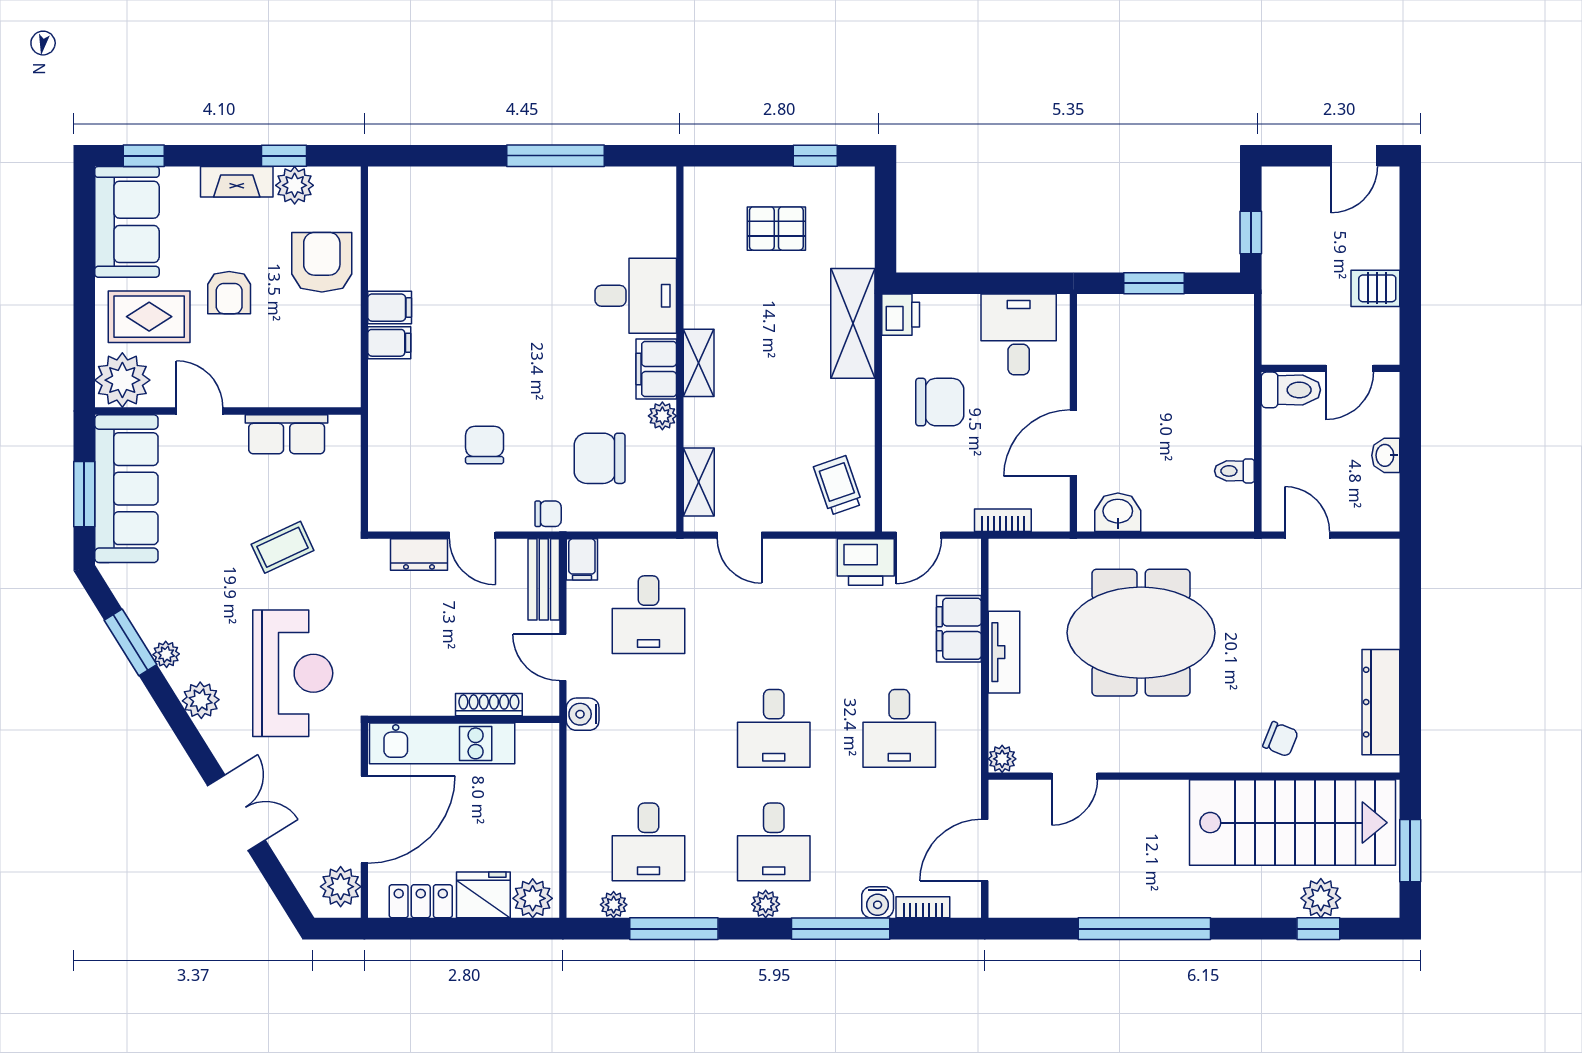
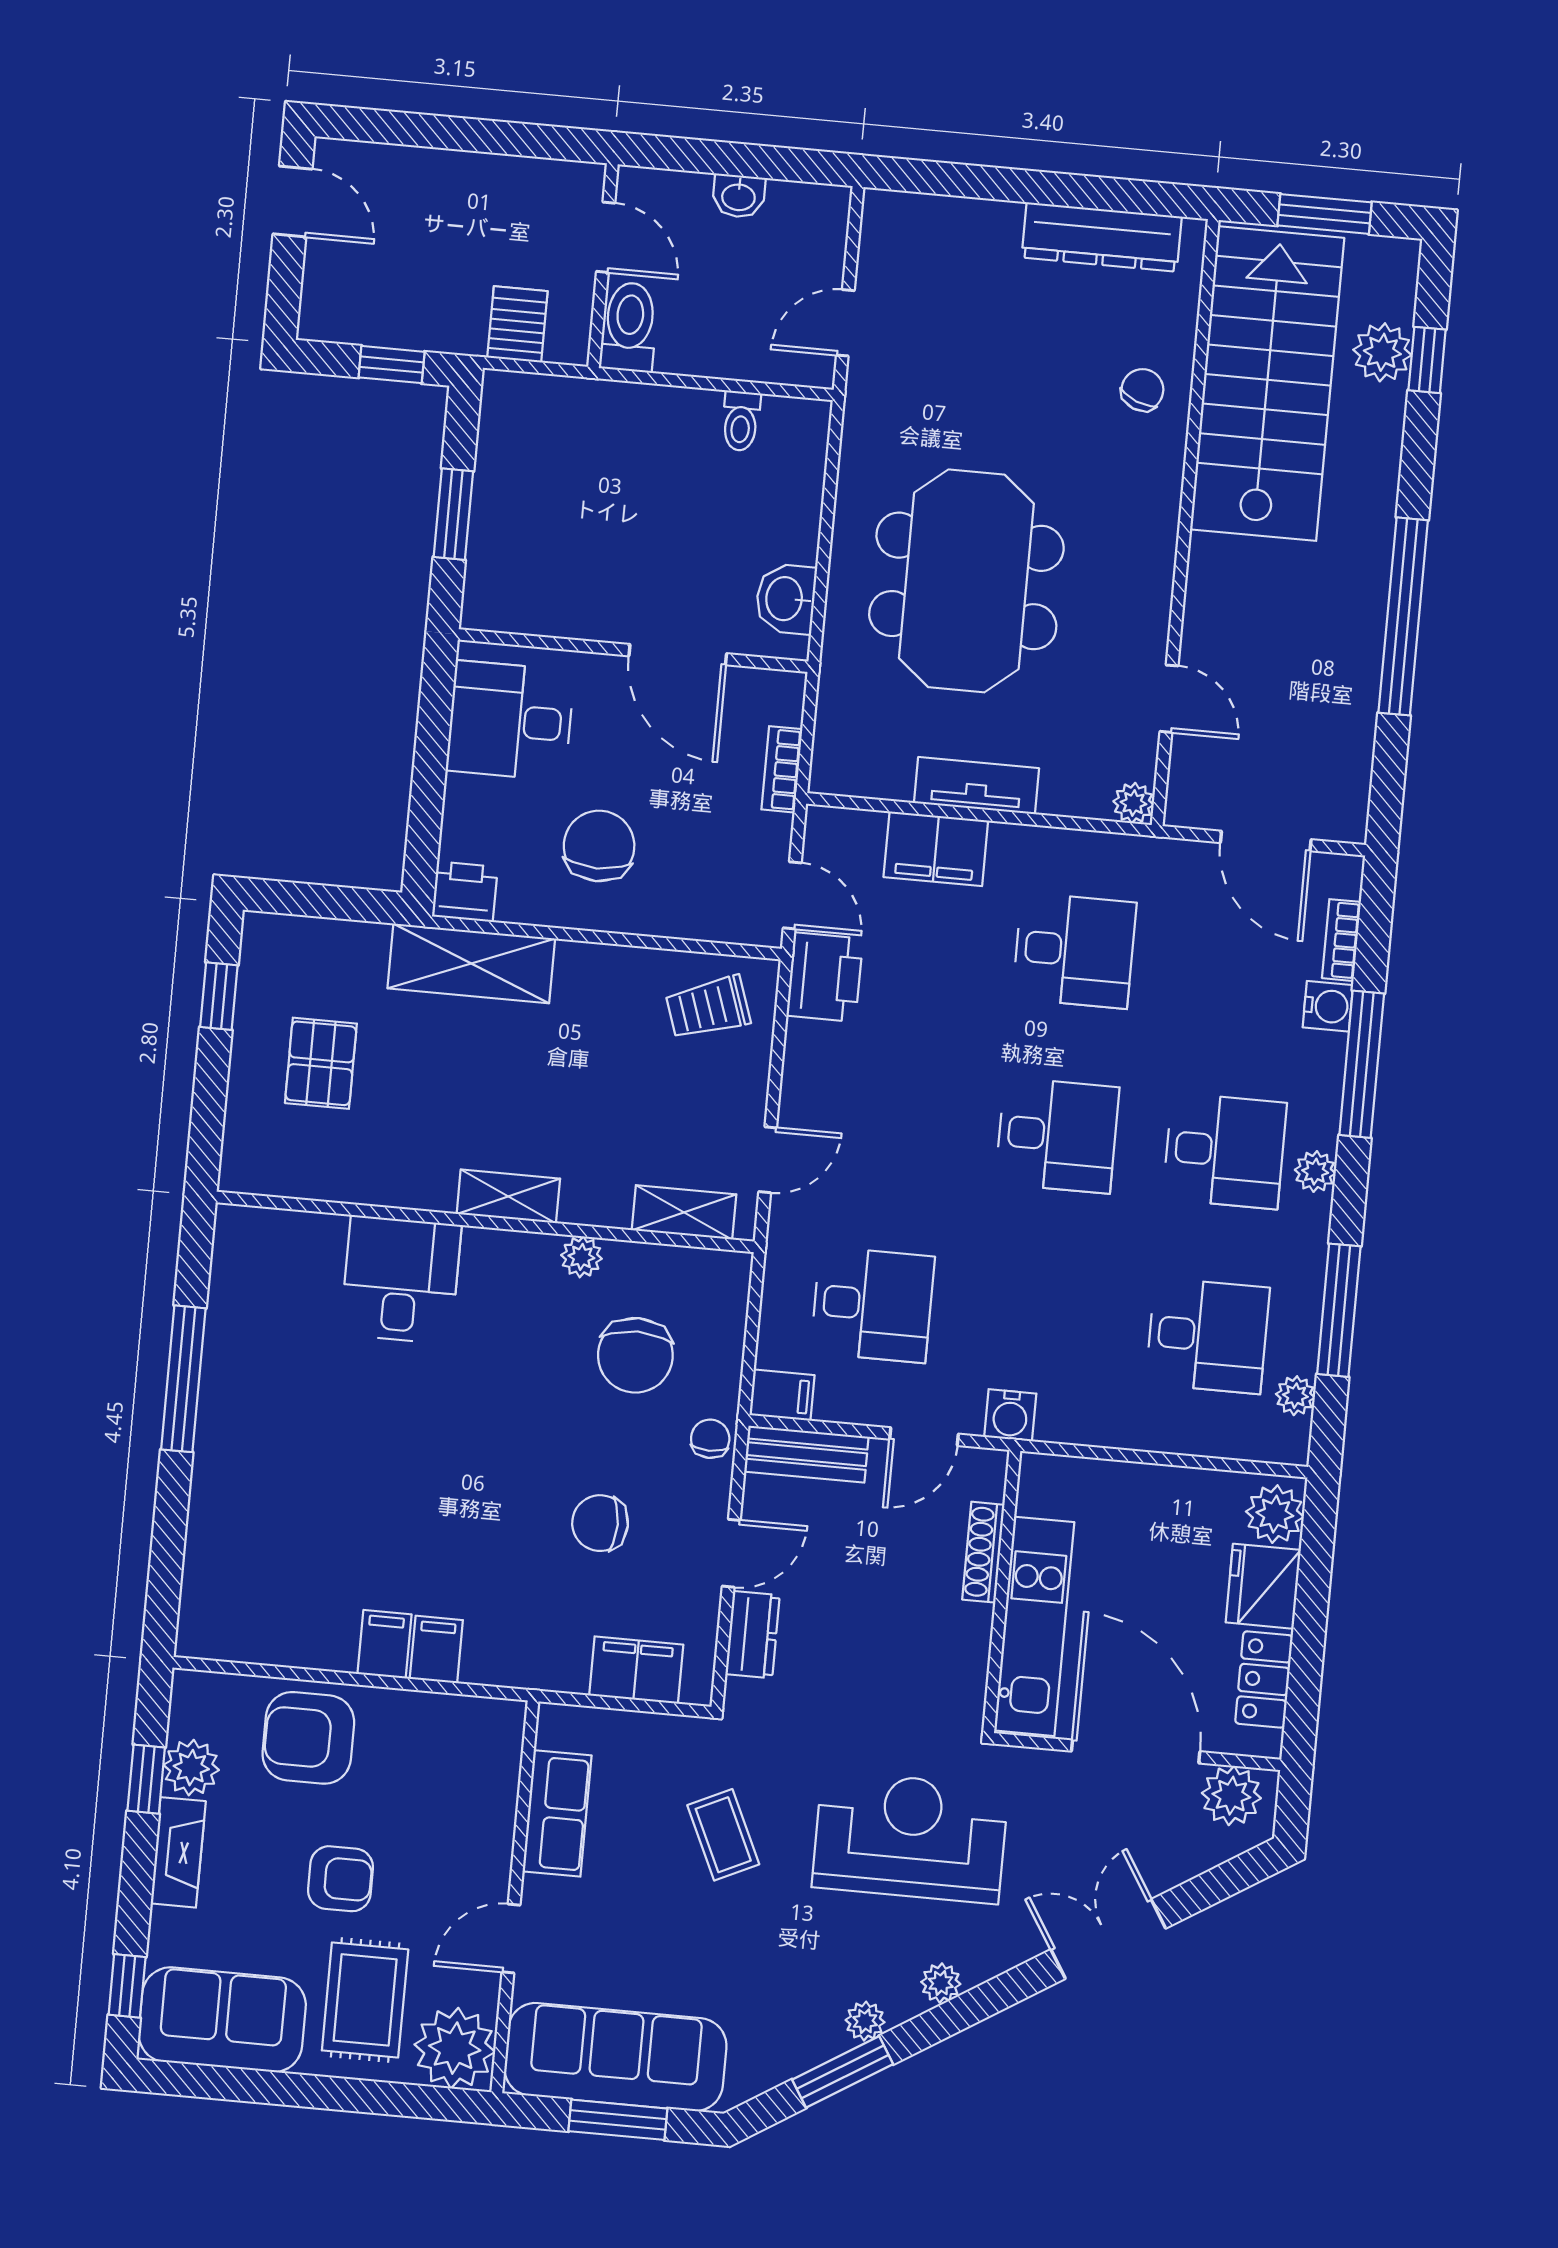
server rack: (1375, 288) -> (517, 324), moved, turned 180
filing cabinet: (656, 369) -> (636, 1670), moved, turned 180
plant: (201, 700) -> (941, 1983), width x0.73, depth x0.73

